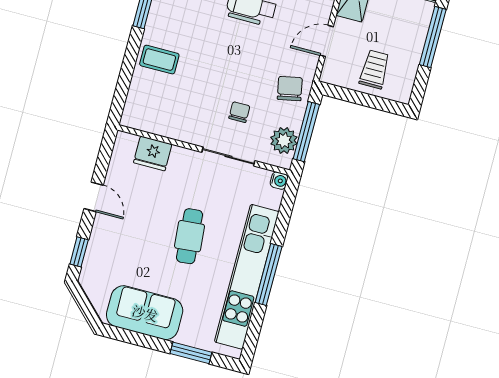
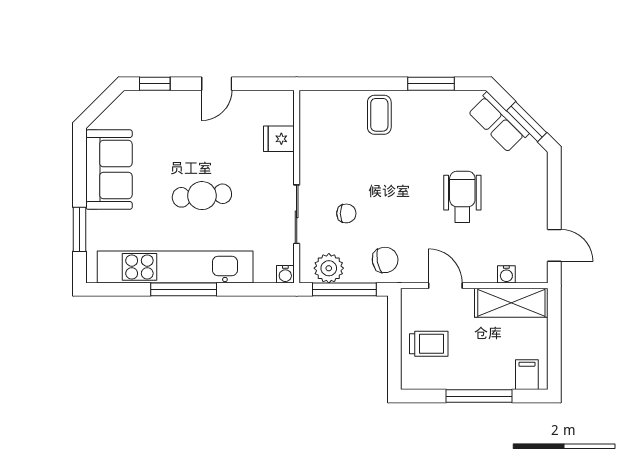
fridge: (153, 153) -> (279, 139), width x0.72

